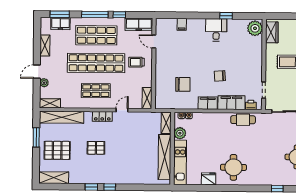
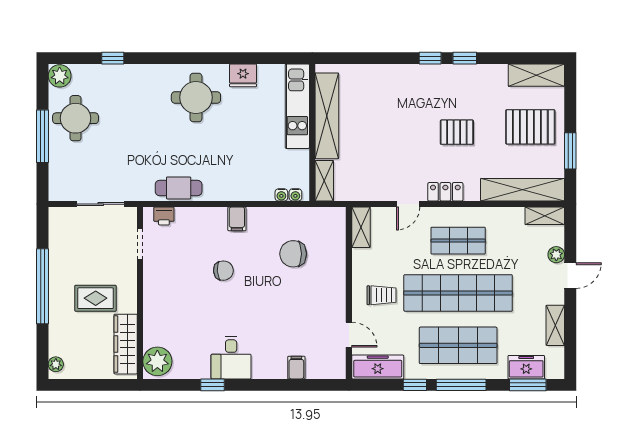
wardrobe: (272, 32) -> (126, 344), width x1.50
filing cabinet: (208, 103) -> (237, 219), width x0.50
filing cabinet: (231, 103) -> (201, 220), removed
plant: (180, 133) -> (298, 161), removed

